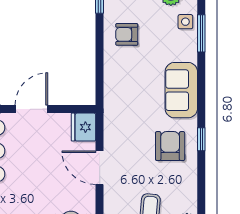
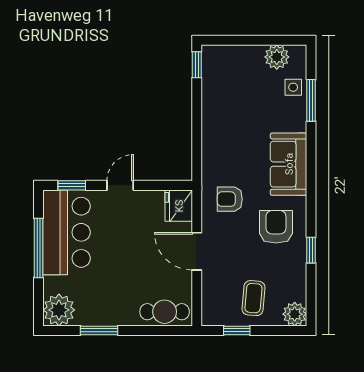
armchair: (127, 34) -> (230, 199), moved
door: (31, 109) -> (120, 185), width x0.73
window: (201, 139) -> (311, 250), moved

